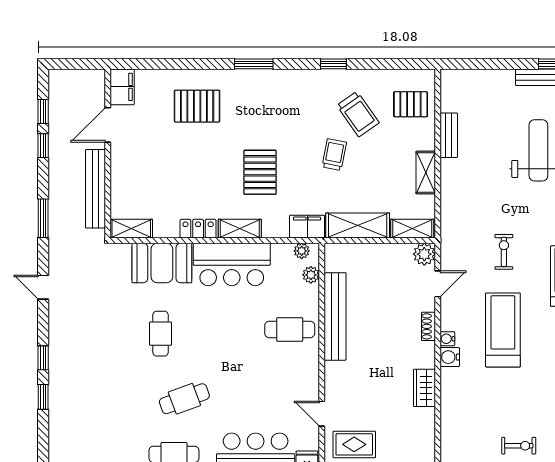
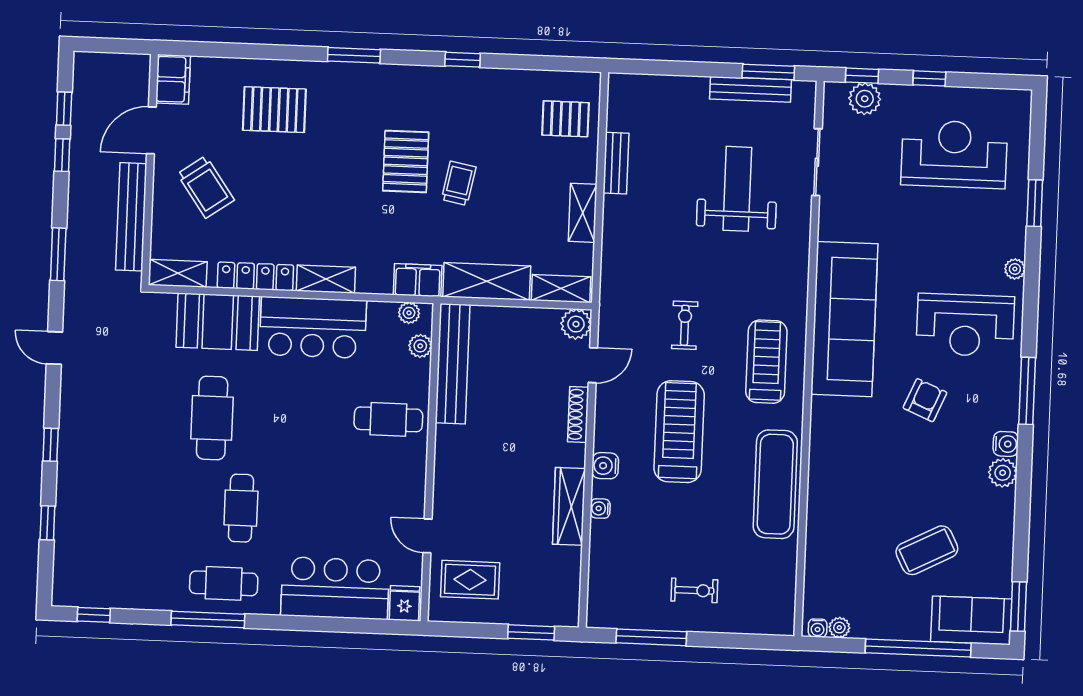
trolley: (358, 114) -> (206, 187), moved
pallet: (260, 172) -> (406, 161), moved
locker: (198, 229) -> (255, 276), width x1.53
bench: (335, 316) -> (453, 364), moved
shoe rack: (429, 326) -> (578, 414), width x1.43
cafe table: (161, 334) -> (212, 418), width x1.37, depth x1.35
water cooler: (447, 339) -> (600, 508), moved
wardrobe: (425, 388) -> (569, 506), width x1.50
window: (43, 397) -> (47, 523), moved
cafe table: (184, 399) -> (241, 508), turned -70

